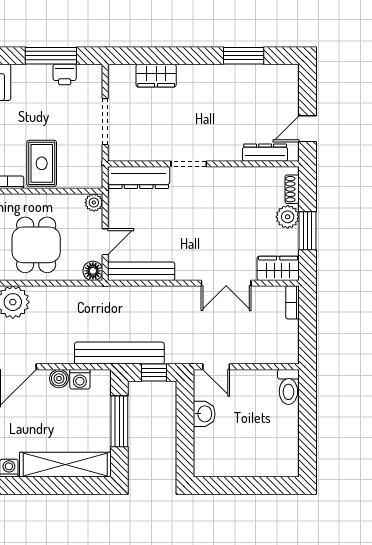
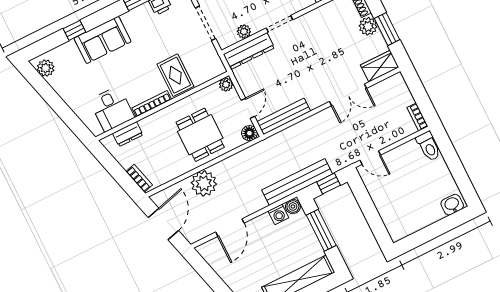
plant: (144, 153) -> (244, 31), added
bookcase: (292, 302) -> (418, 117), moved
boiler: (59, 379) -> (293, 206), moved
washbasin: (204, 414) -> (452, 205), moved, turned -90

